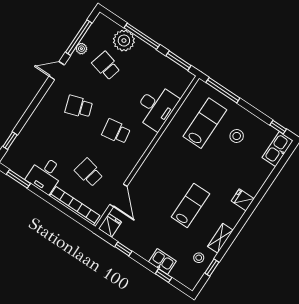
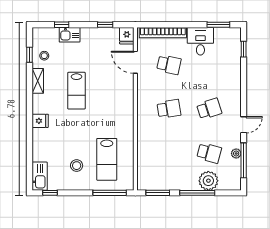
desk: (156, 107) -> (151, 147), removed

